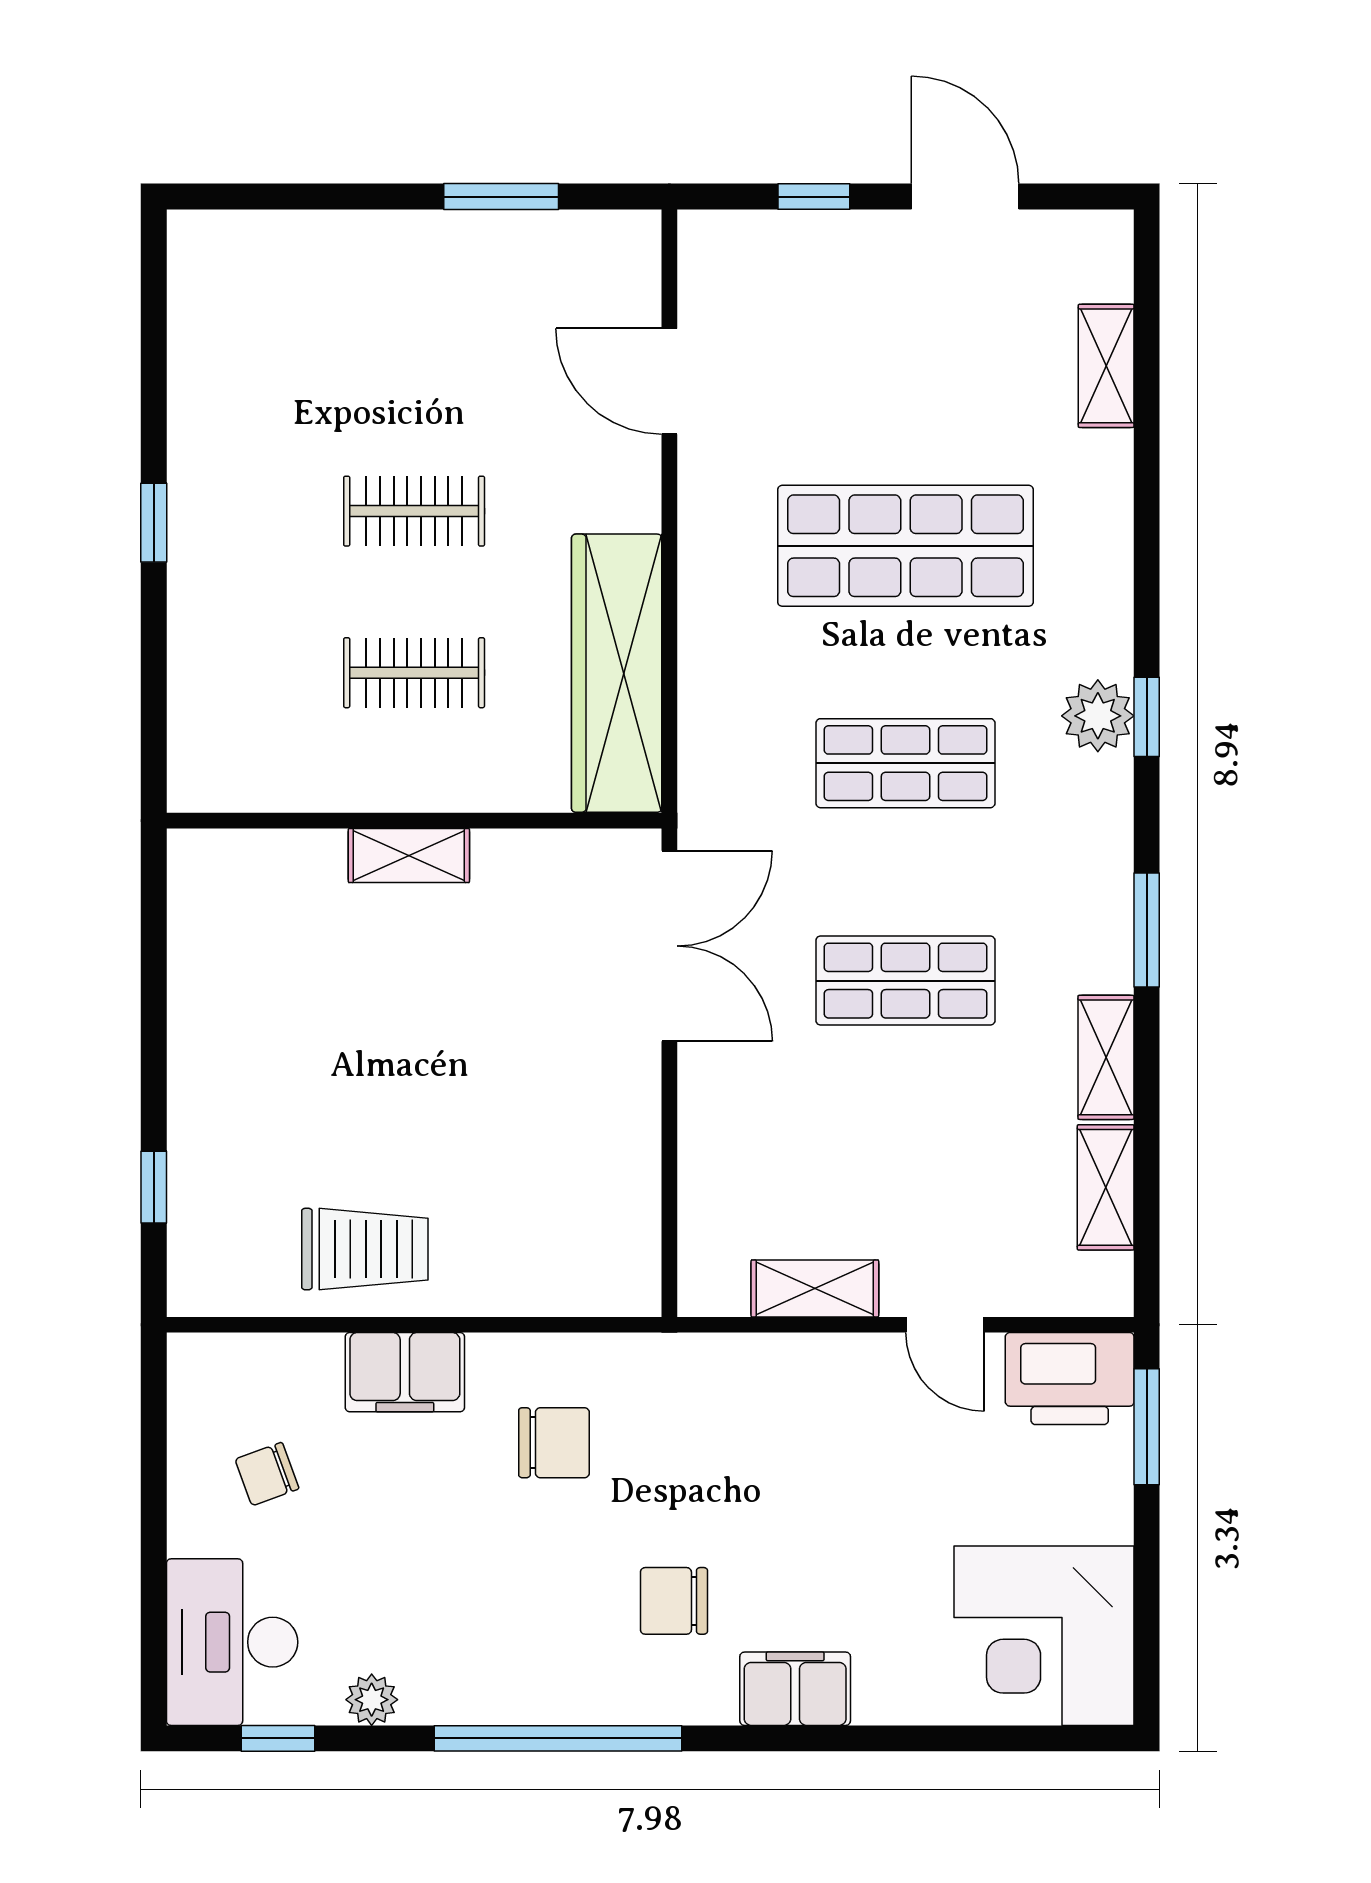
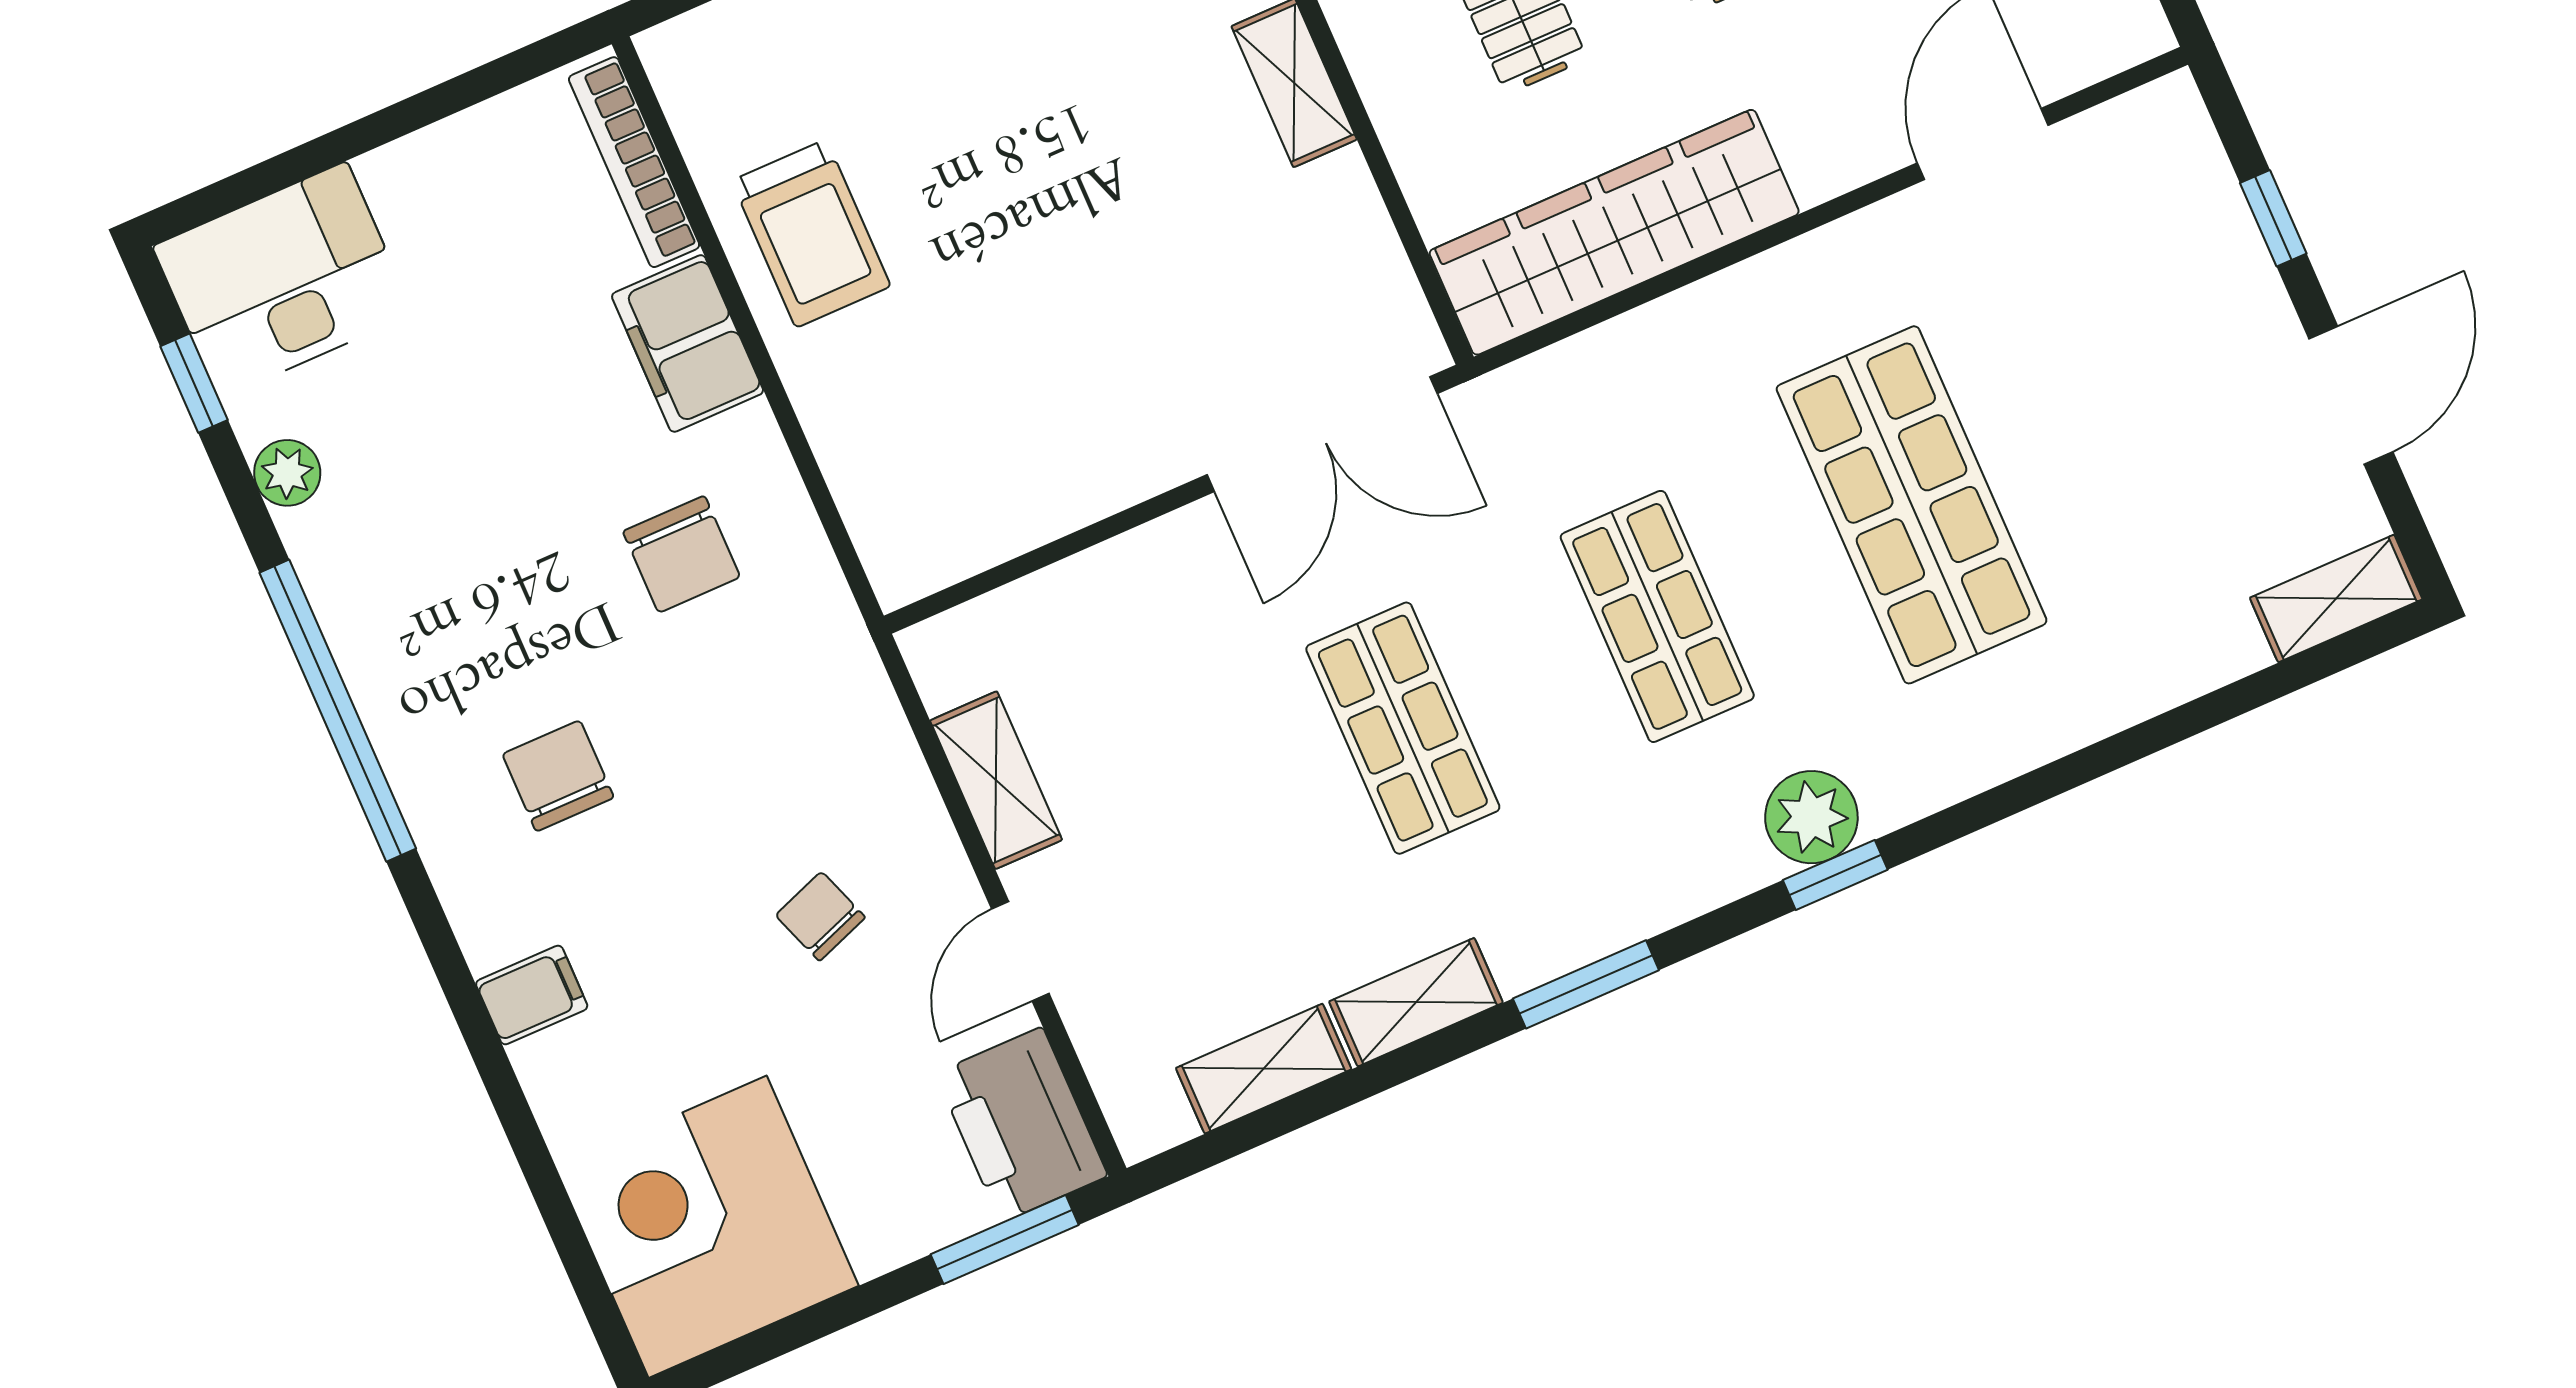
shelving: (1106, 366) -> (2336, 598), moved
bookcase: (258, 1353) -> (634, 162), added
chair: (267, 1474) -> (820, 916), moved
filing cabinet: (795, 1689) -> (532, 995), width x0.50

